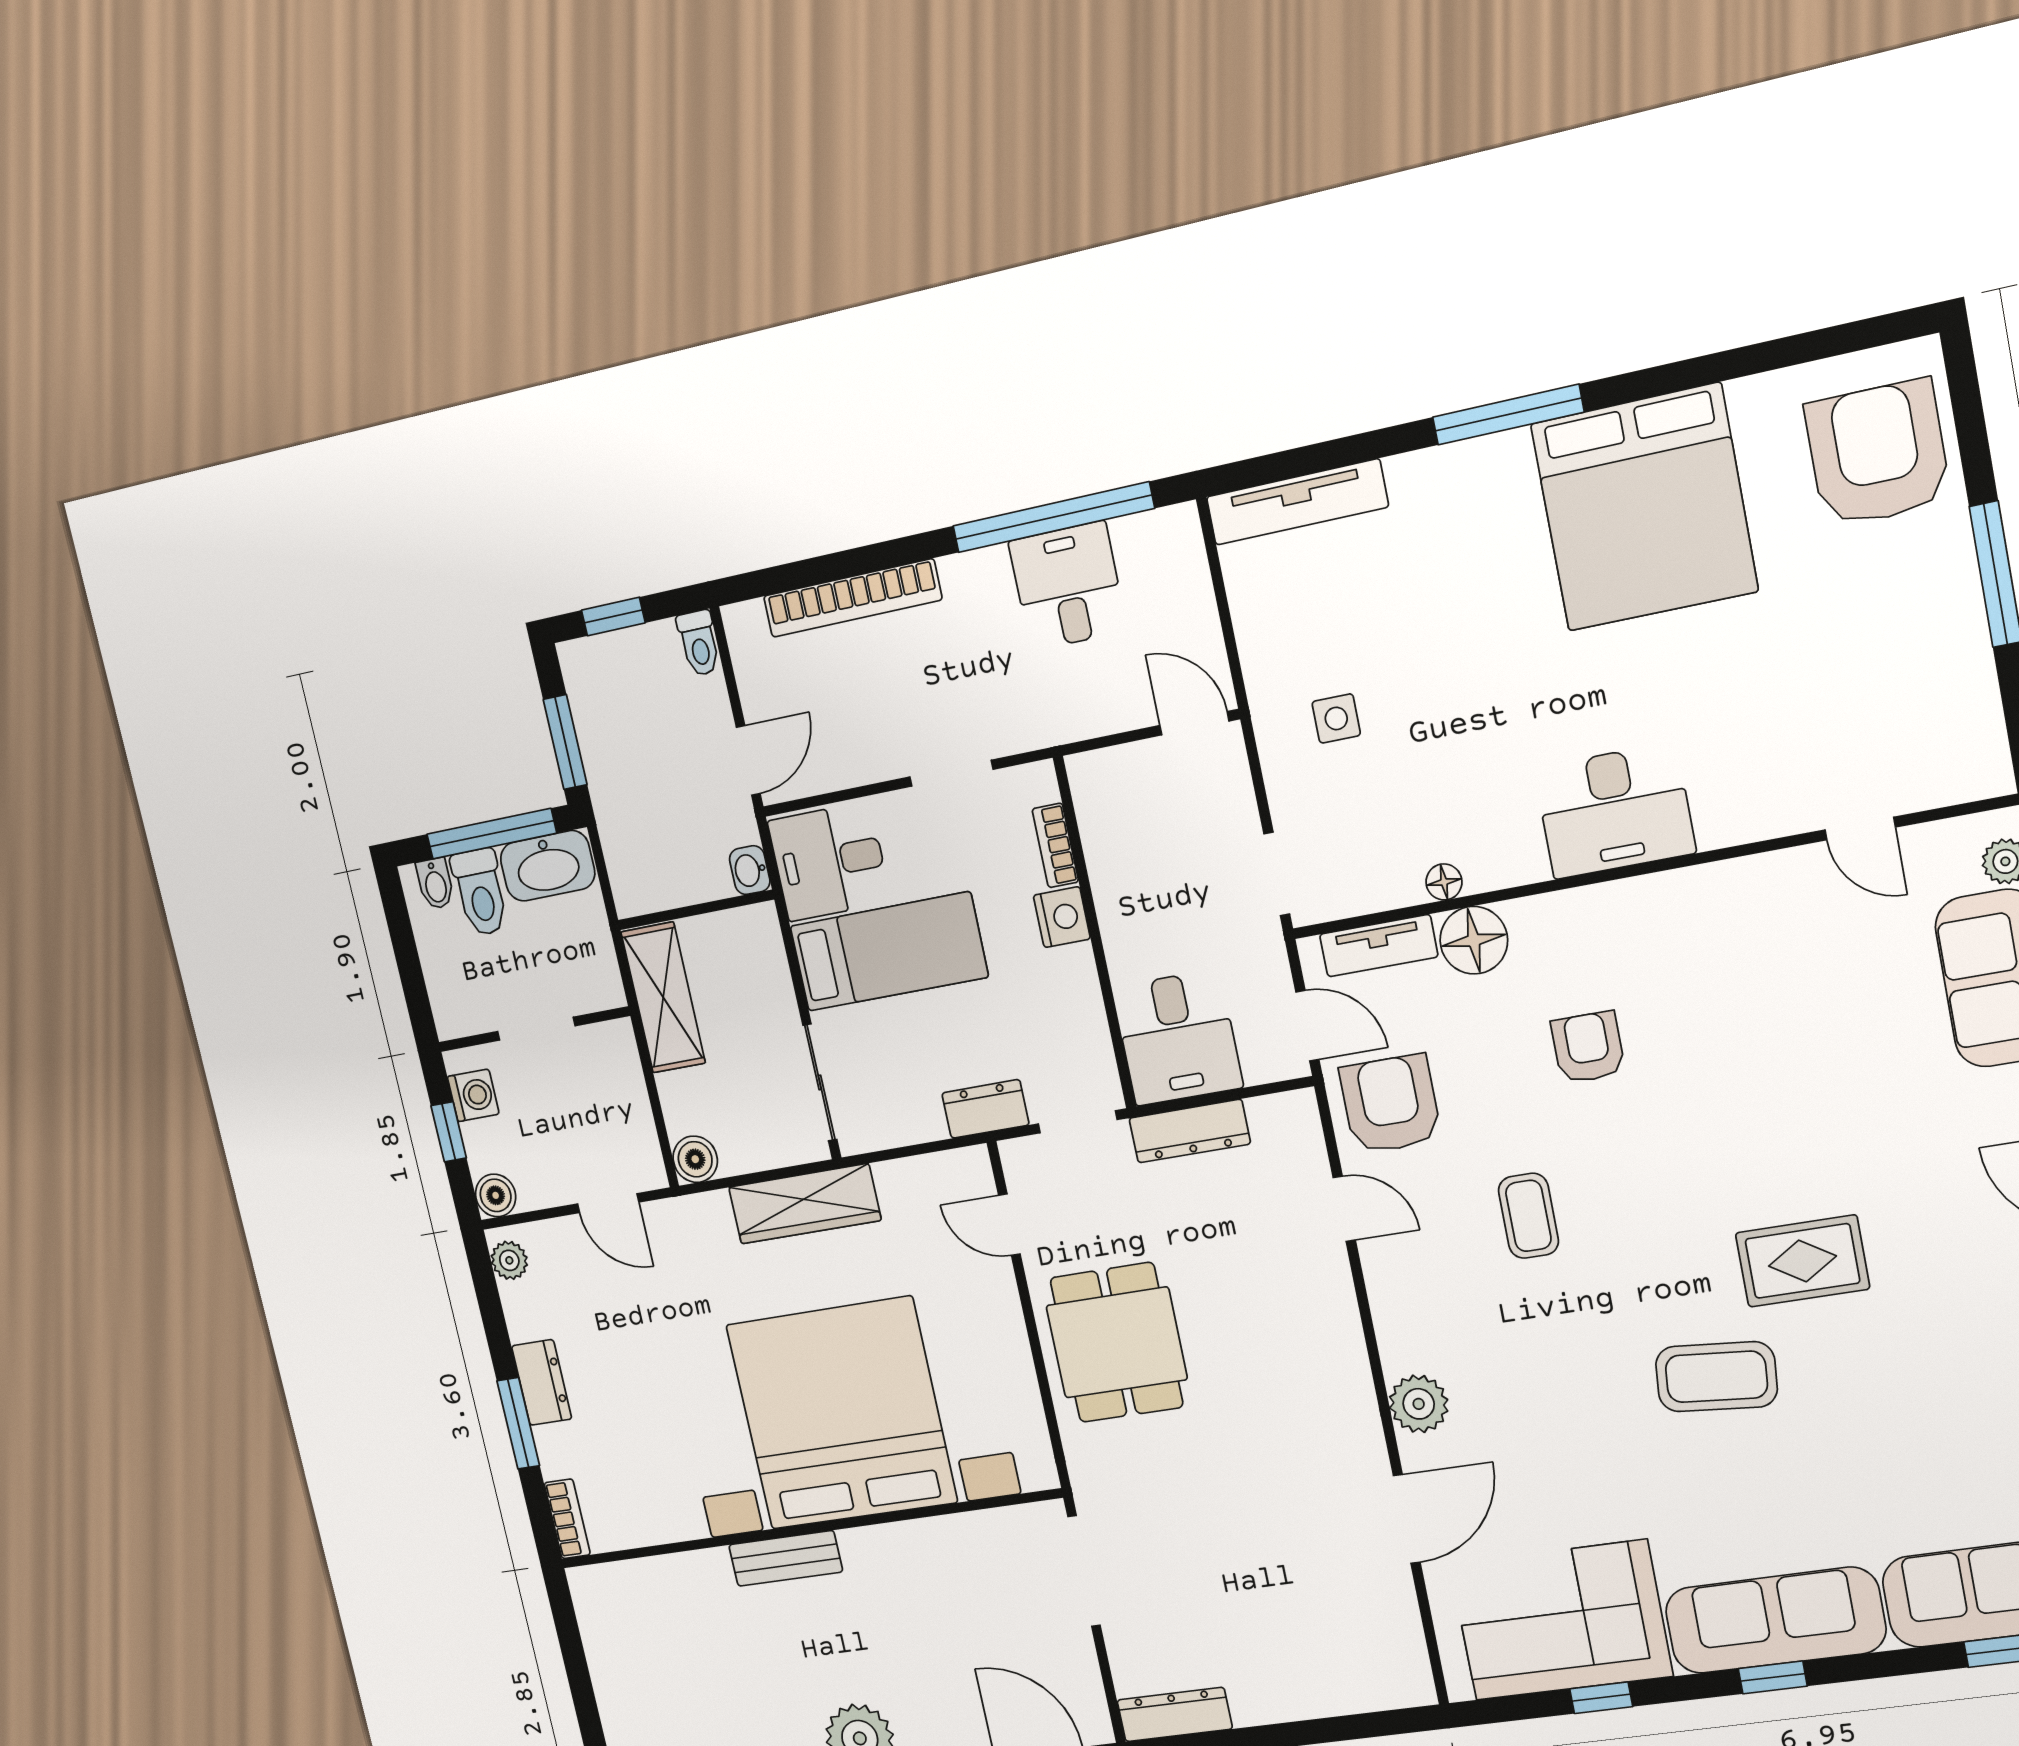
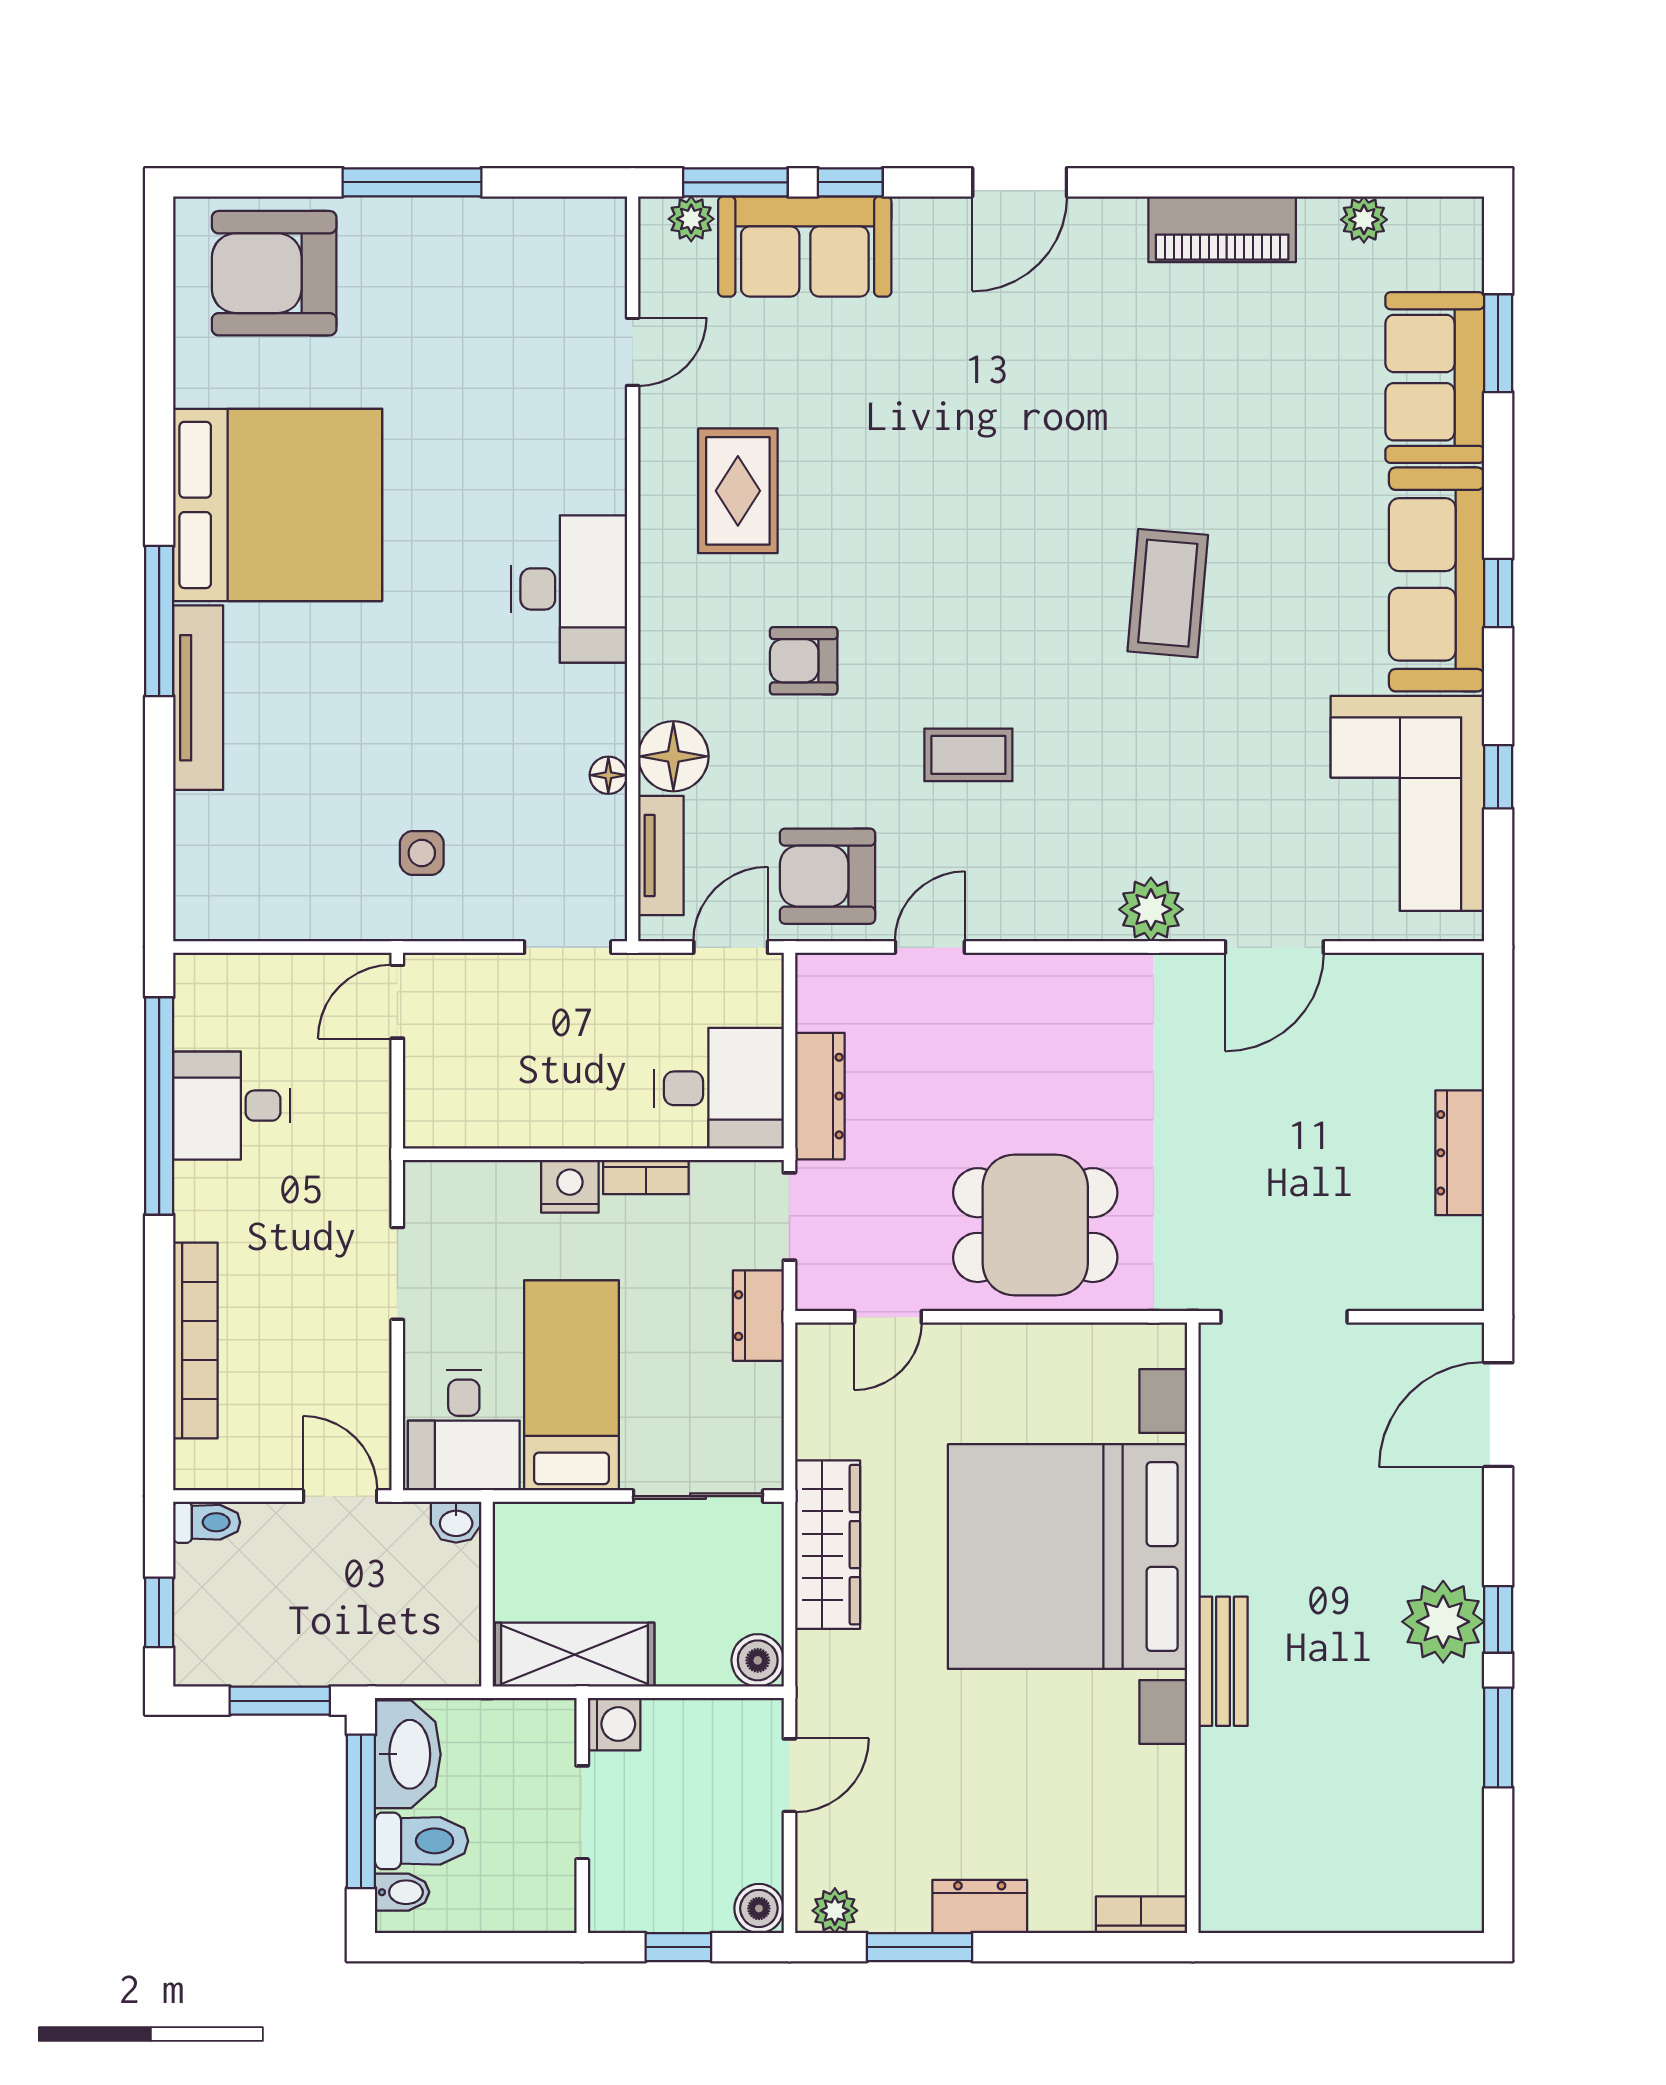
tv unit: (1297, 502) -> (198, 698), moved
bookcase: (1055, 845) -> (646, 1177), moved
washing machine: (473, 1095) -> (614, 1724), moved, turned 90
rug: (1802, 1261) -> (738, 491), moved
window: (518, 1423) -> (920, 1947), moved
door: (1407, 1519) -> (1274, 947), swing flipped
dresser: (1175, 1714) -> (1460, 1153), moved

